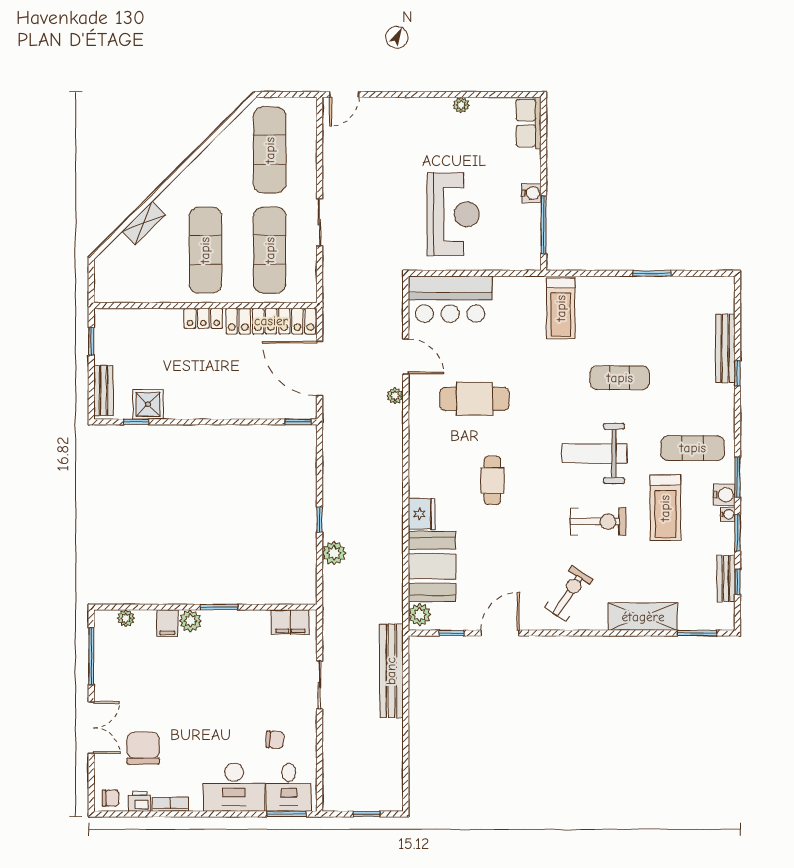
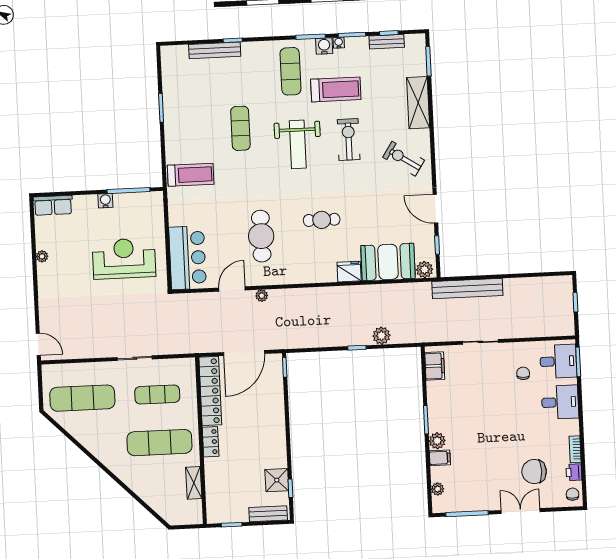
shelving: (144, 223) -> (194, 483), moved, turned 45
exercise mat: (270, 250) -> (157, 395), width x0.73, depth x0.69
desk: (234, 787) -> (560, 402), width x0.73

